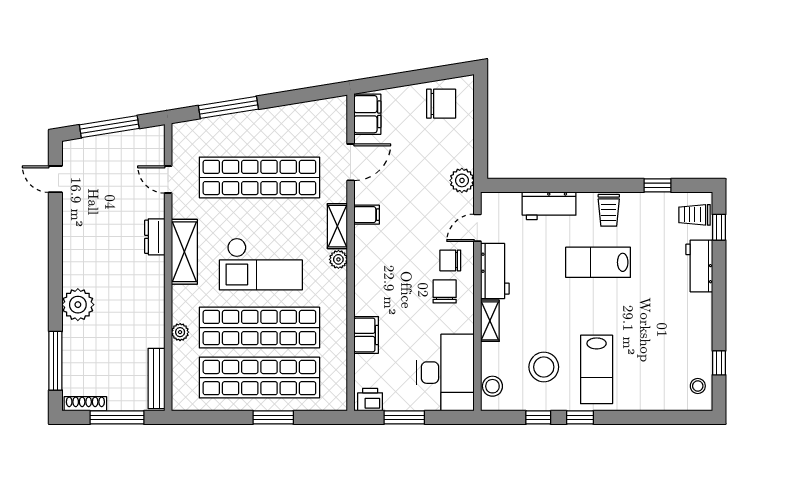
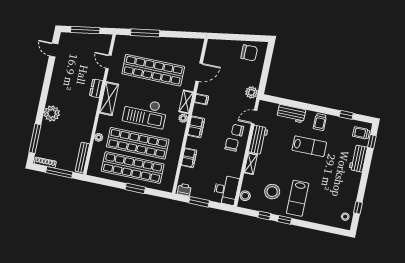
filing cabinet: (367, 114) -> (196, 127), moved
lab bench: (598, 262) -> (309, 146), turned 180
desk: (445, 373) -> (226, 190), width x0.73, depth x0.77

